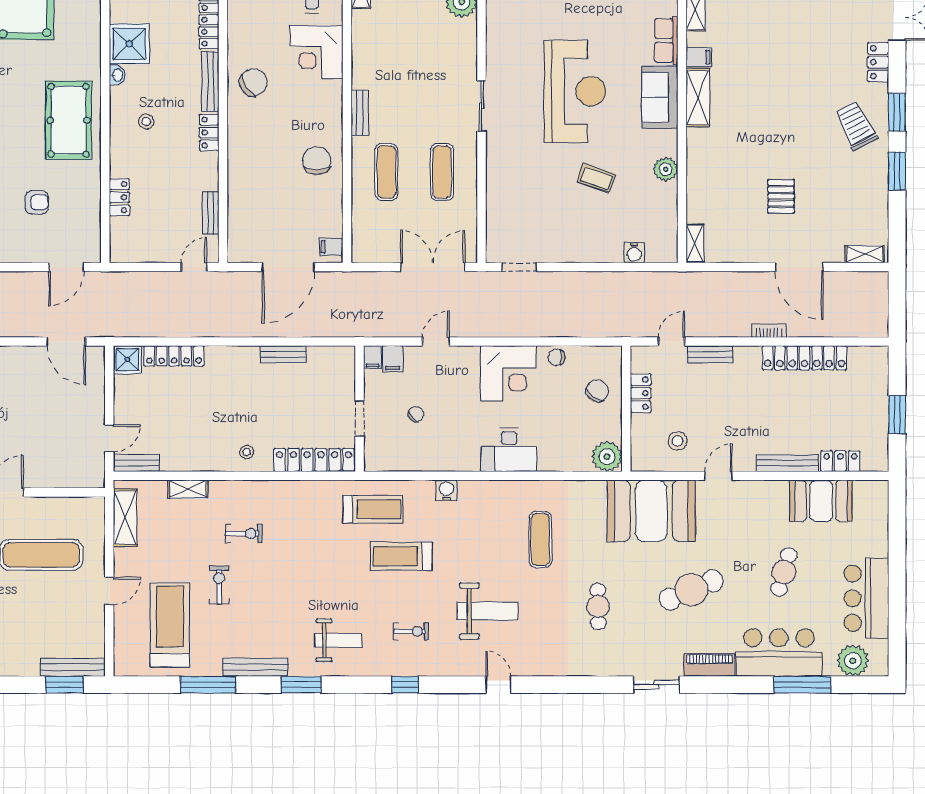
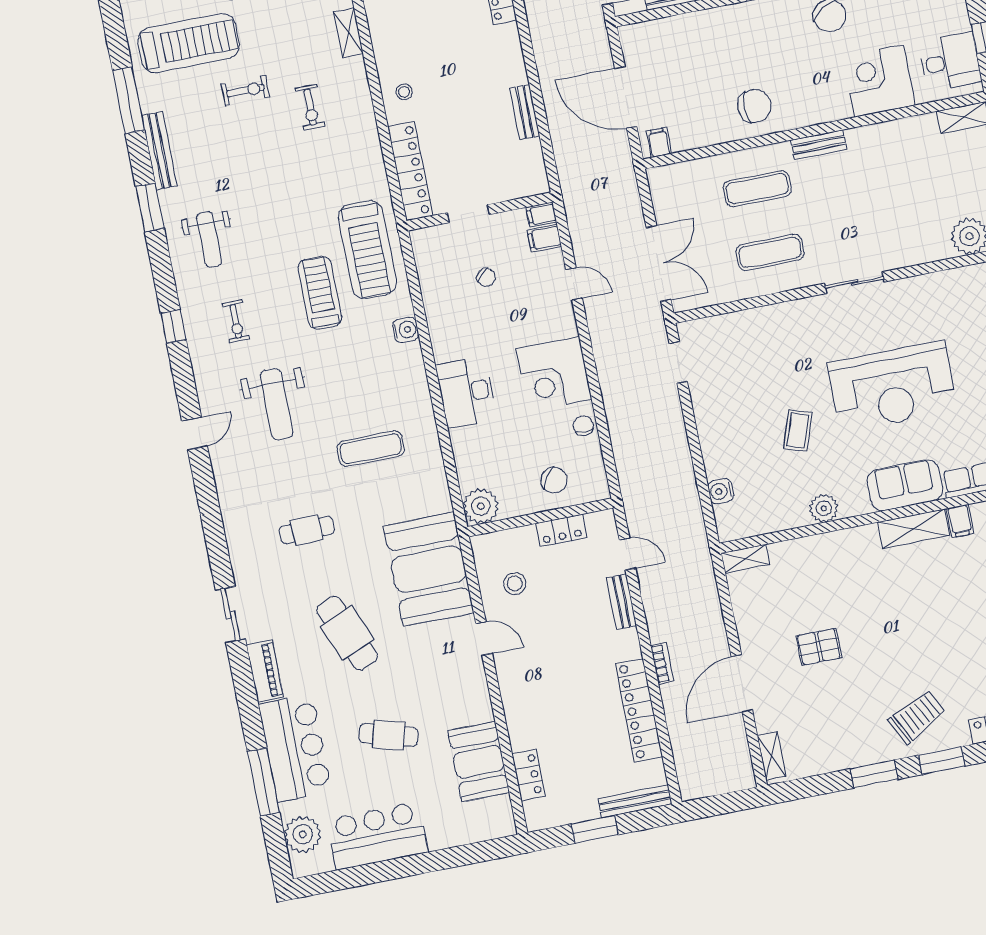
bench: (787, 463) -> (635, 801), moved, turned 90
treadmill: (373, 509) -> (367, 250), width x1.37, depth x1.38

